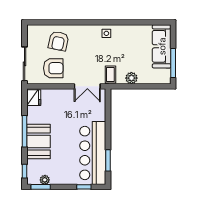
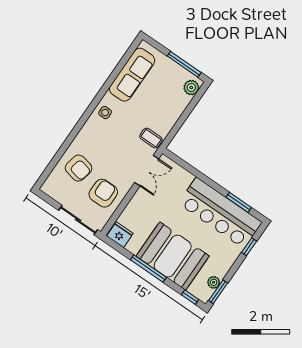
sofa: (162, 46) -> (132, 75), moved, turned -90
plant: (131, 78) -> (191, 88), moved
booth: (39, 141) -> (173, 256), width x1.36, depth x1.42

